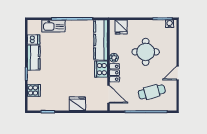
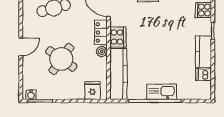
kitchen sink: (53, 26) -> (162, 92), moved
round table: (146, 52) -> (61, 59), turned 35
door: (178, 73) -> (21, 47), moved

